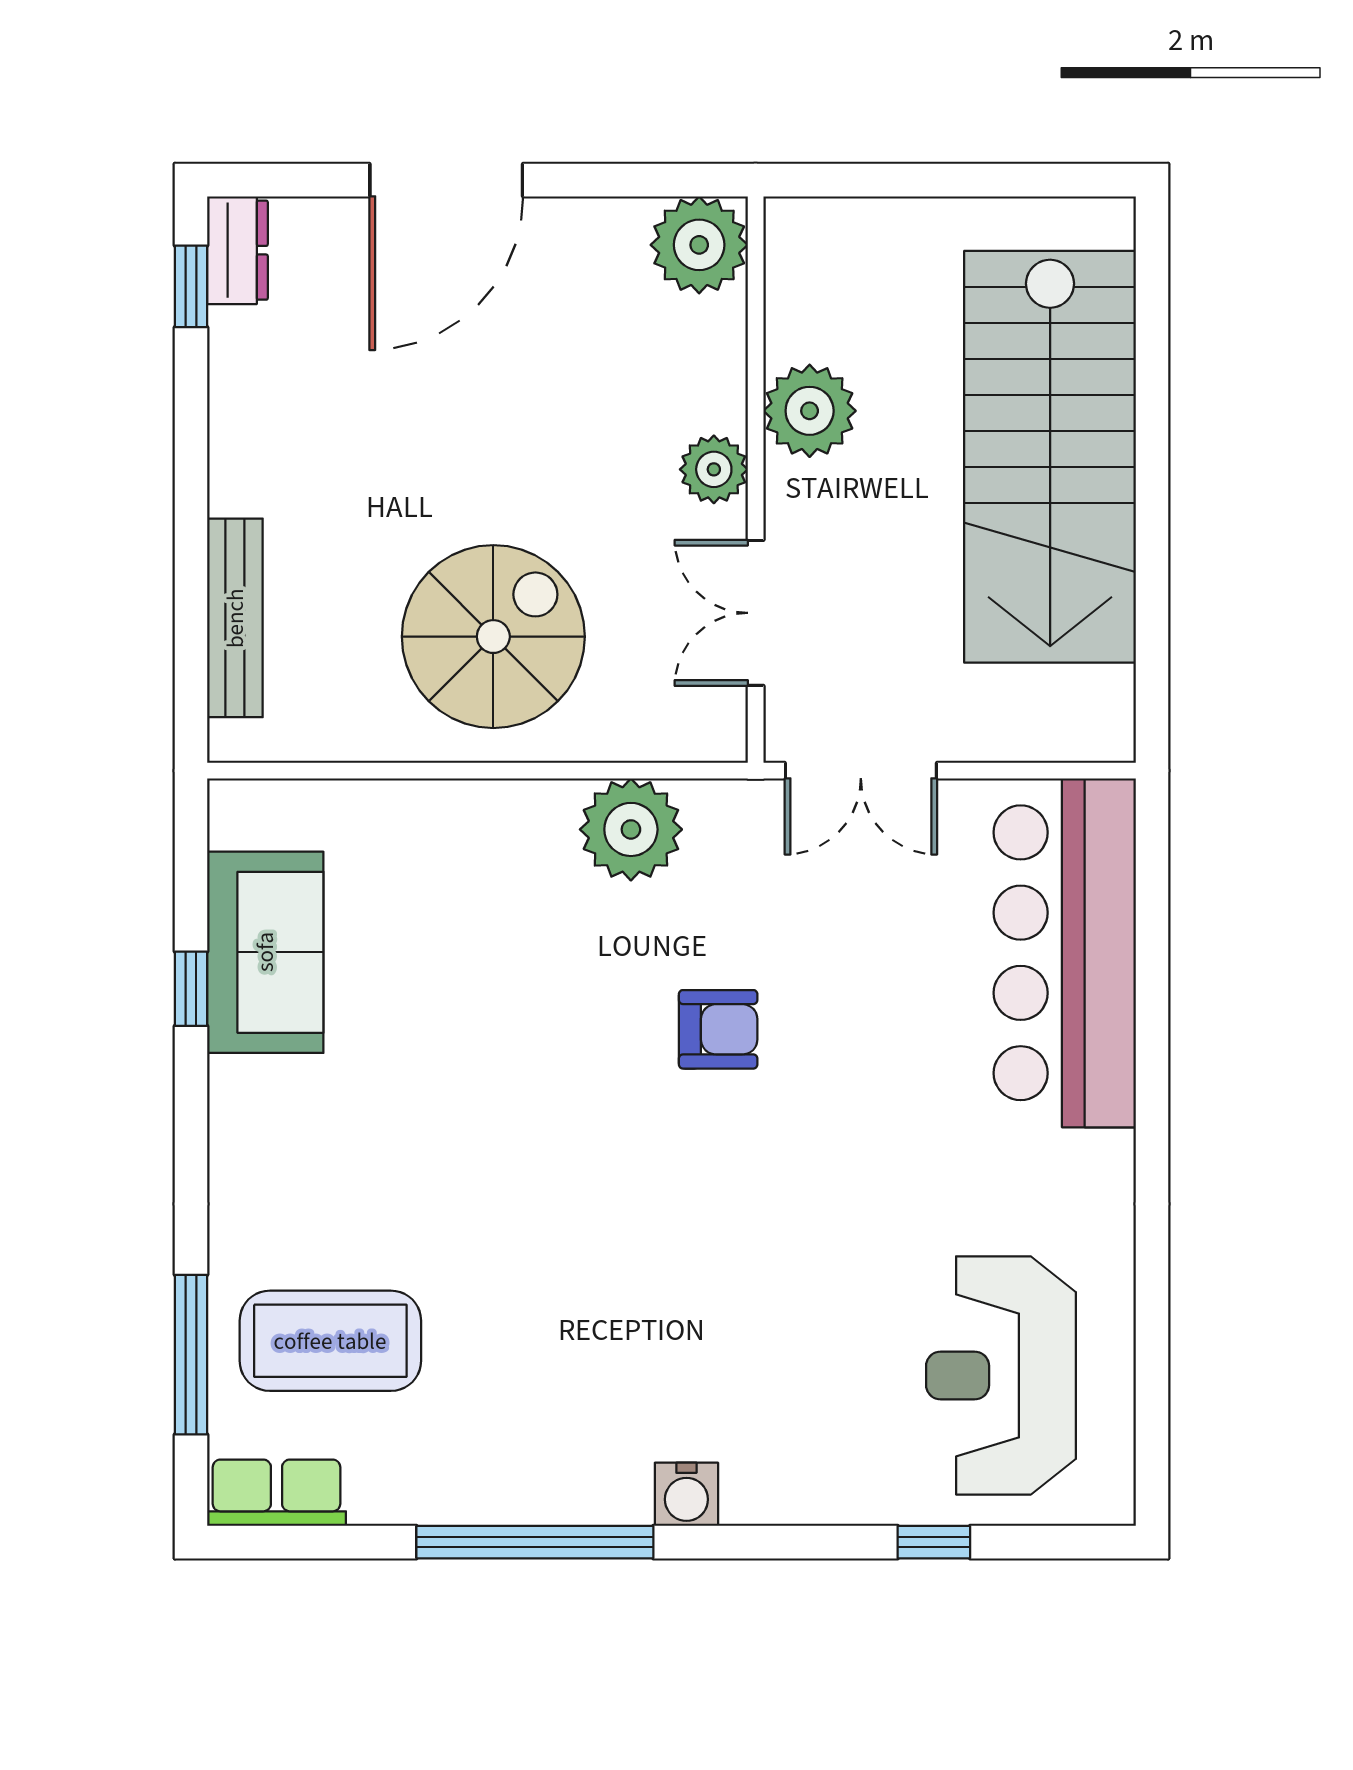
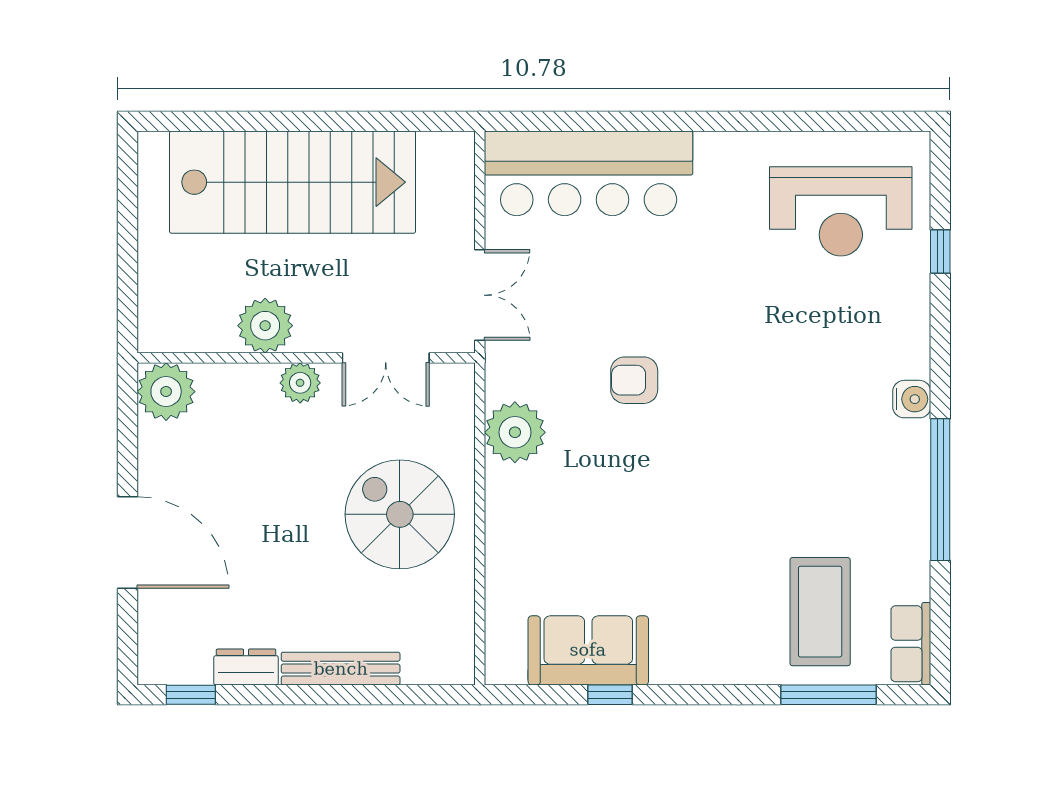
dresser: (237, 250) -> (246, 667), moved
bench: (235, 618) -> (341, 669), moved
armchair: (718, 1029) -> (634, 380), turned -90

